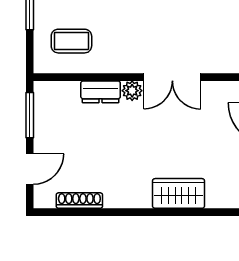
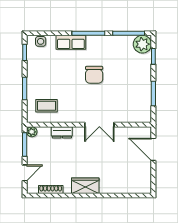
plant: (132, 91) -> (32, 132), moved
wardrobe: (179, 193) -> (85, 186), moved

